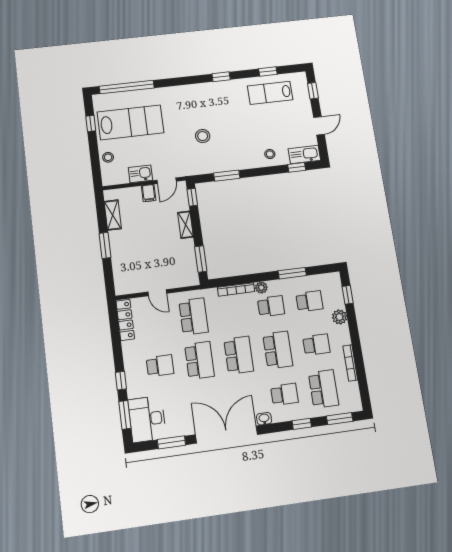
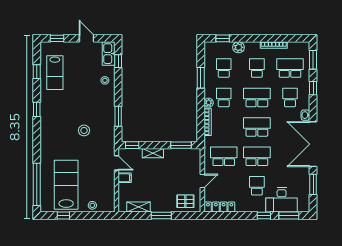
kitchen sink: (140, 174) -> (109, 182), removed
pallet: (128, 274) -> (185, 201), added
desk: (147, 419) -> (282, 200), moved

